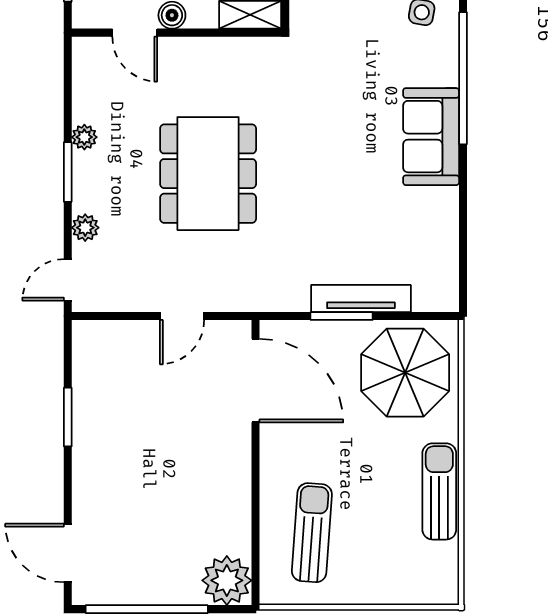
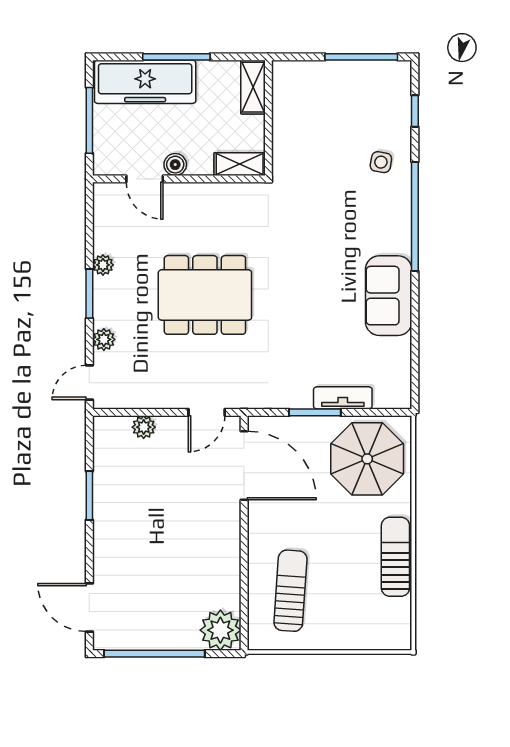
sofa: (431, 137) -> (389, 296), moved
dining table: (208, 174) -> (205, 295), turned 90
tv unit: (361, 299) -> (343, 398), width x0.71
door: (182, 316) -> (207, 412), moved
plant: (134, 334) -> (144, 427), added

